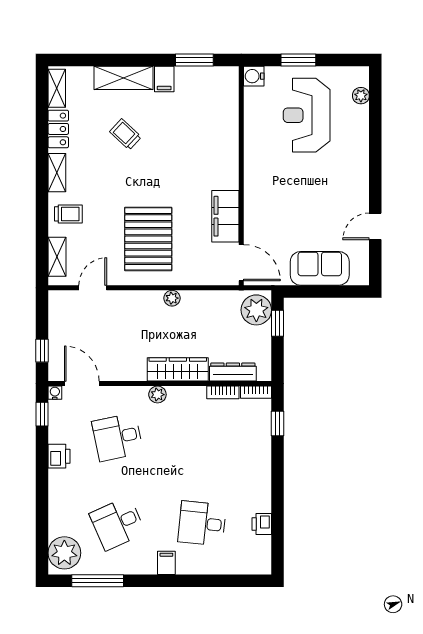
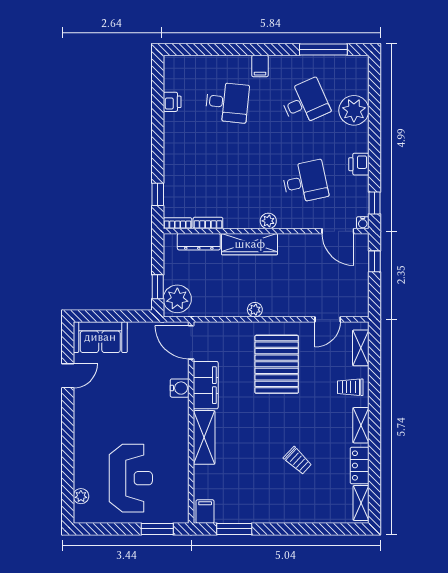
window: (298, 60) -> (157, 529), moved
water cooler: (254, 76) -> (180, 388), moved
shelving: (124, 78) -> (204, 437), moved, turned 90
filing cabinet: (164, 79) -> (205, 511), moved
sofa: (320, 268) -> (100, 337), moved
plant: (64, 553) -> (354, 110), moved

